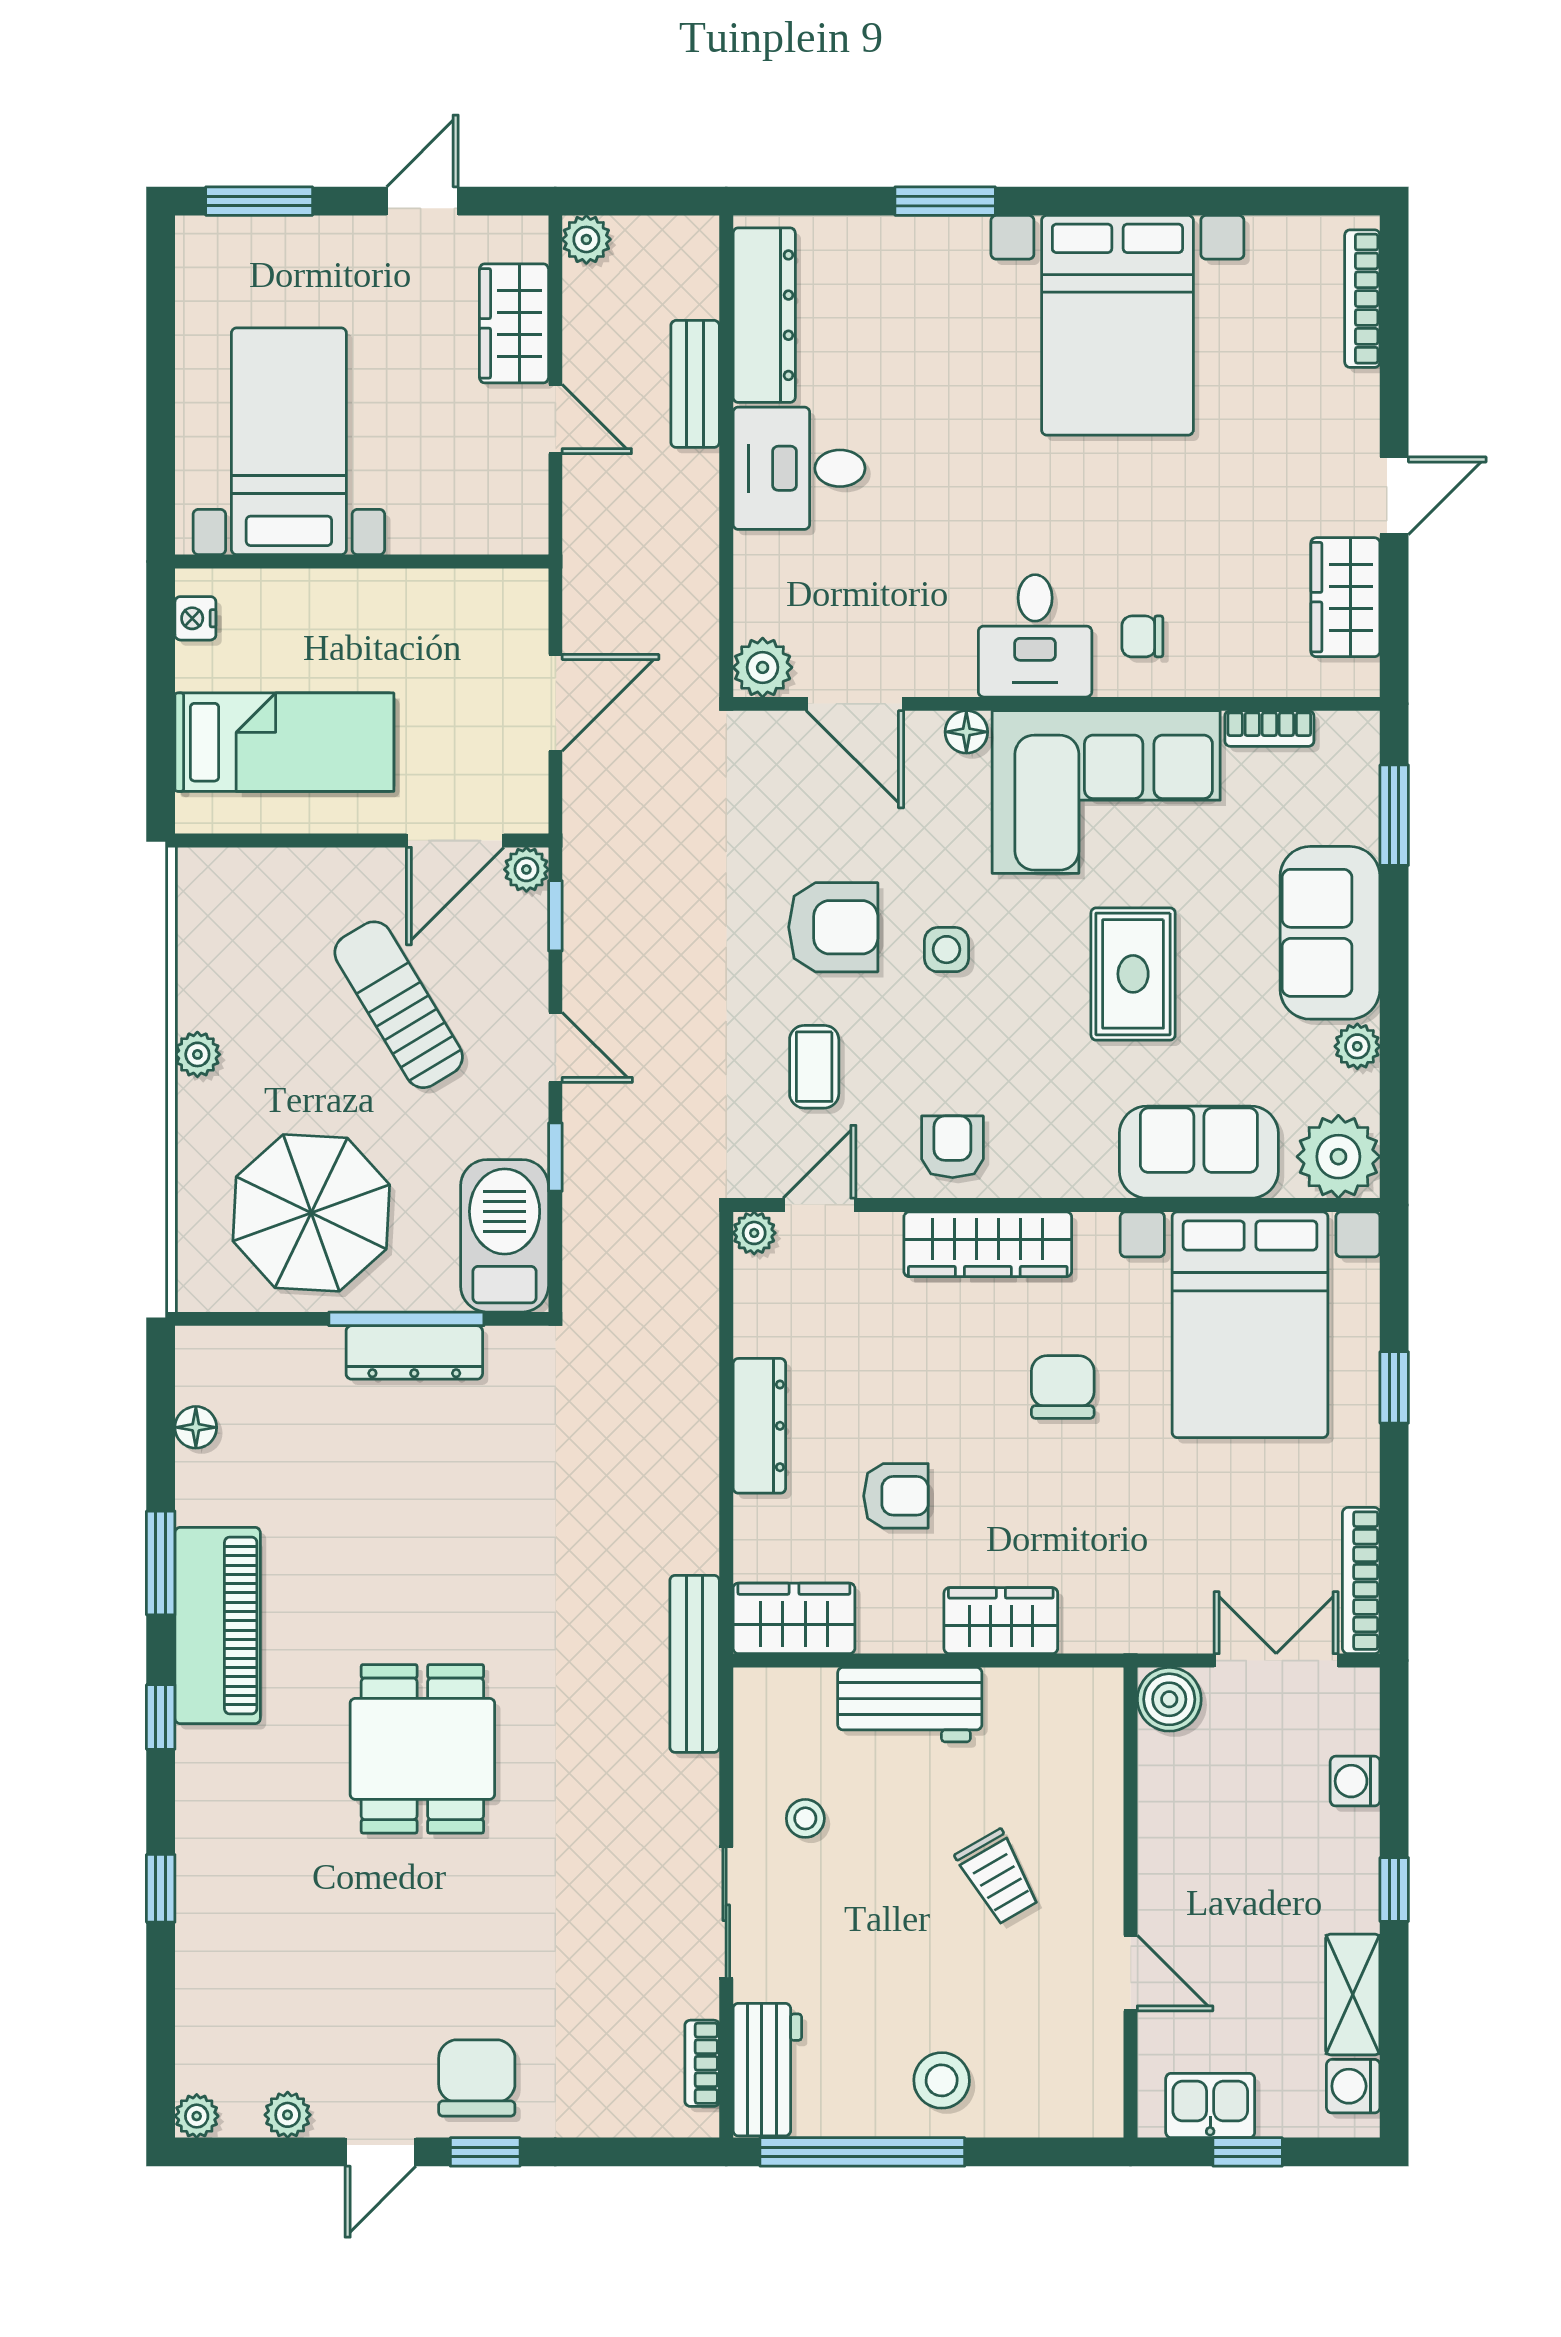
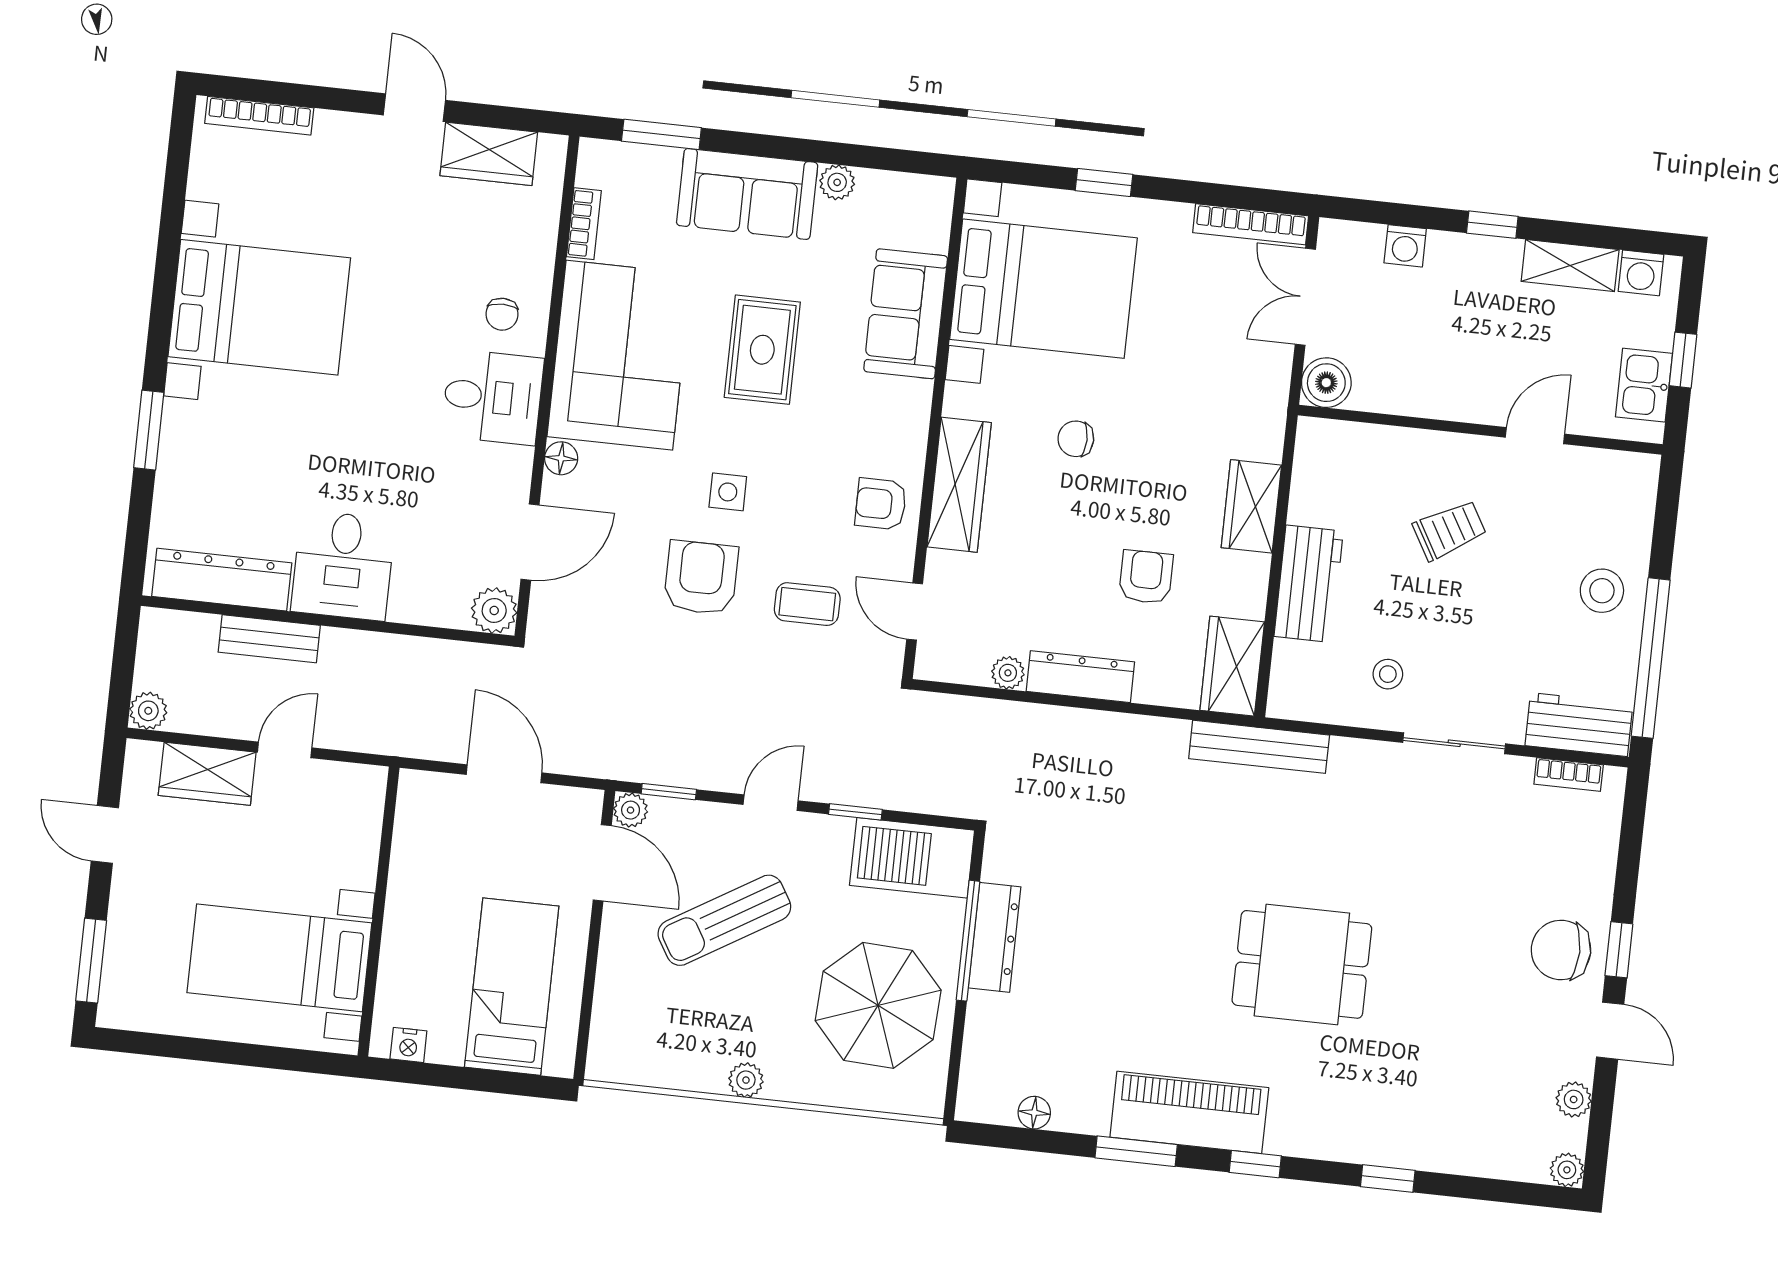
rug: (1133, 974) -> (762, 350), turned 90
plant: (1338, 1157) -> (921, 206), removed
plant: (754, 1233) -> (1008, 673), moved
chair: (1063, 1387) -> (1076, 439), width x0.73, depth x0.73

